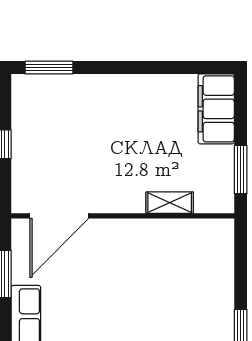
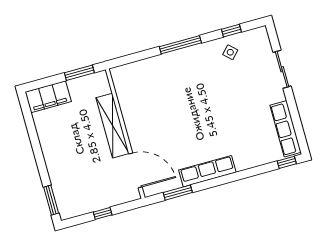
shelving: (170, 203) -> (112, 126), width x2.20, depth x1.33

